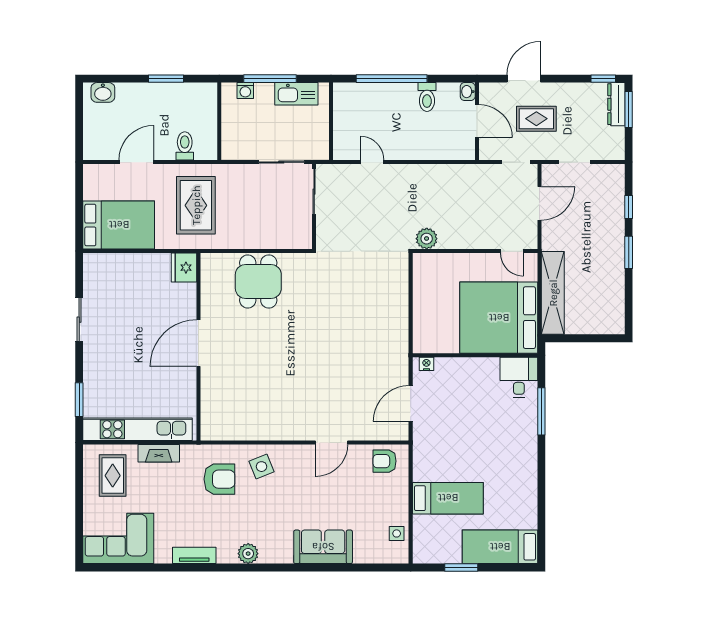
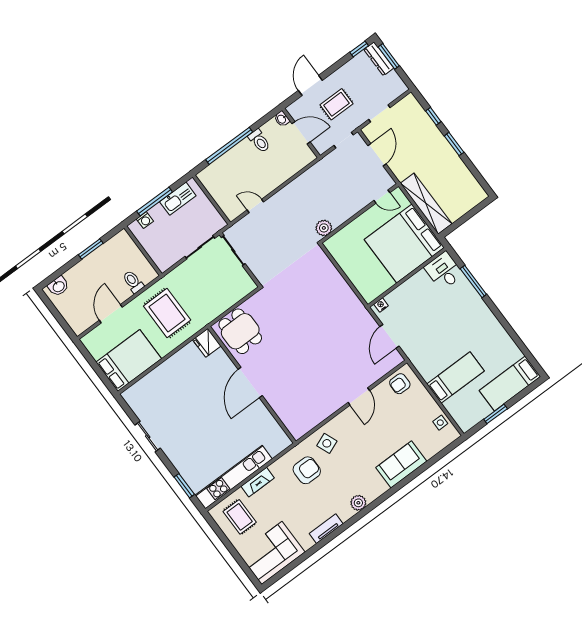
fridge: (184, 268) -> (207, 343), moved
door: (198, 343) -> (250, 383), moved
wall: (198, 347) -> (252, 385), moved

